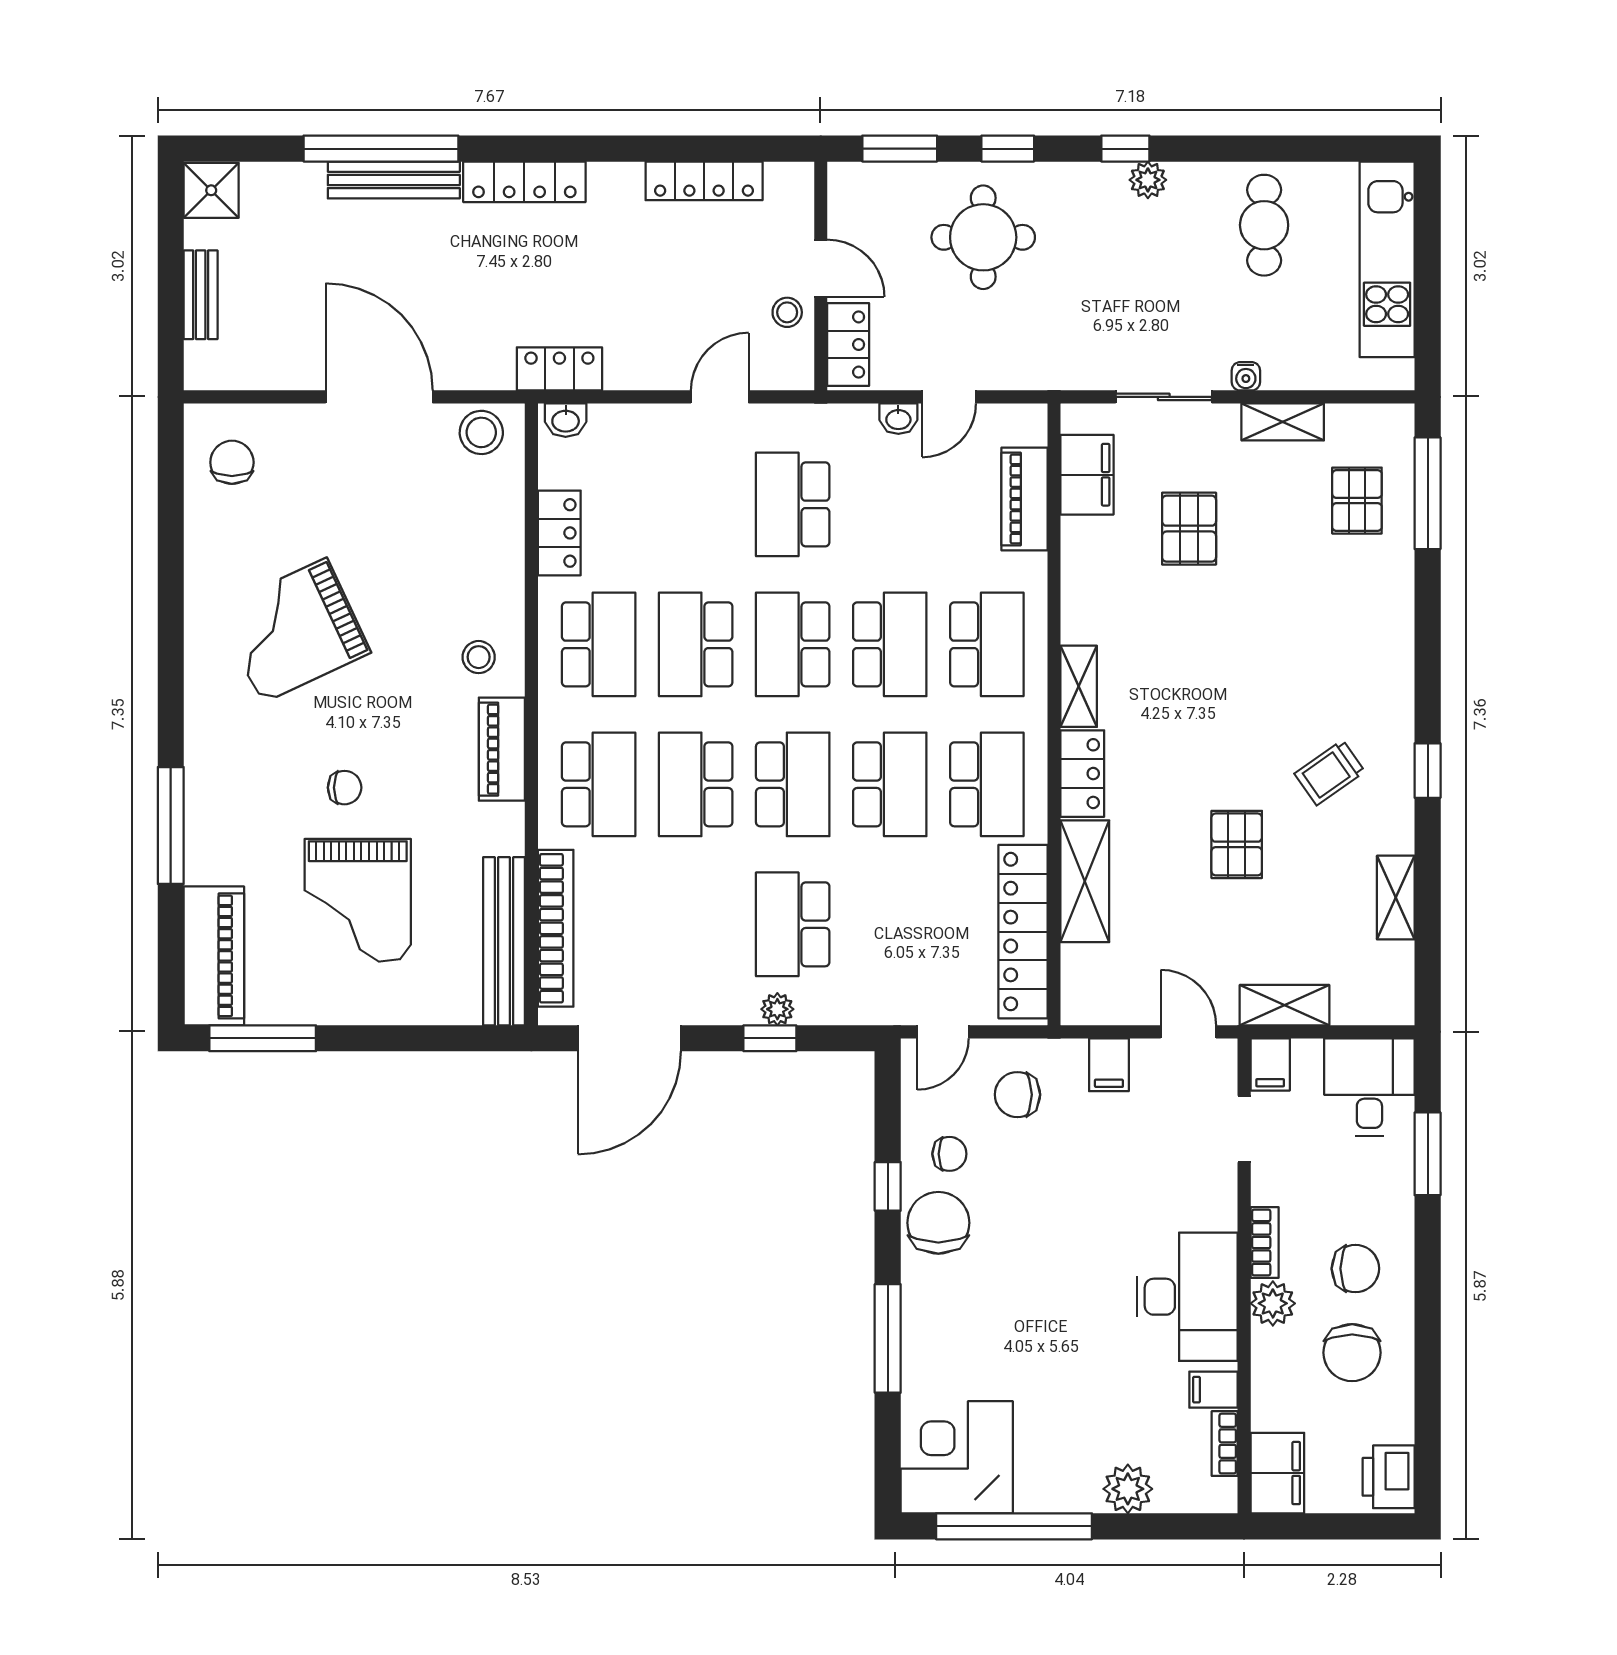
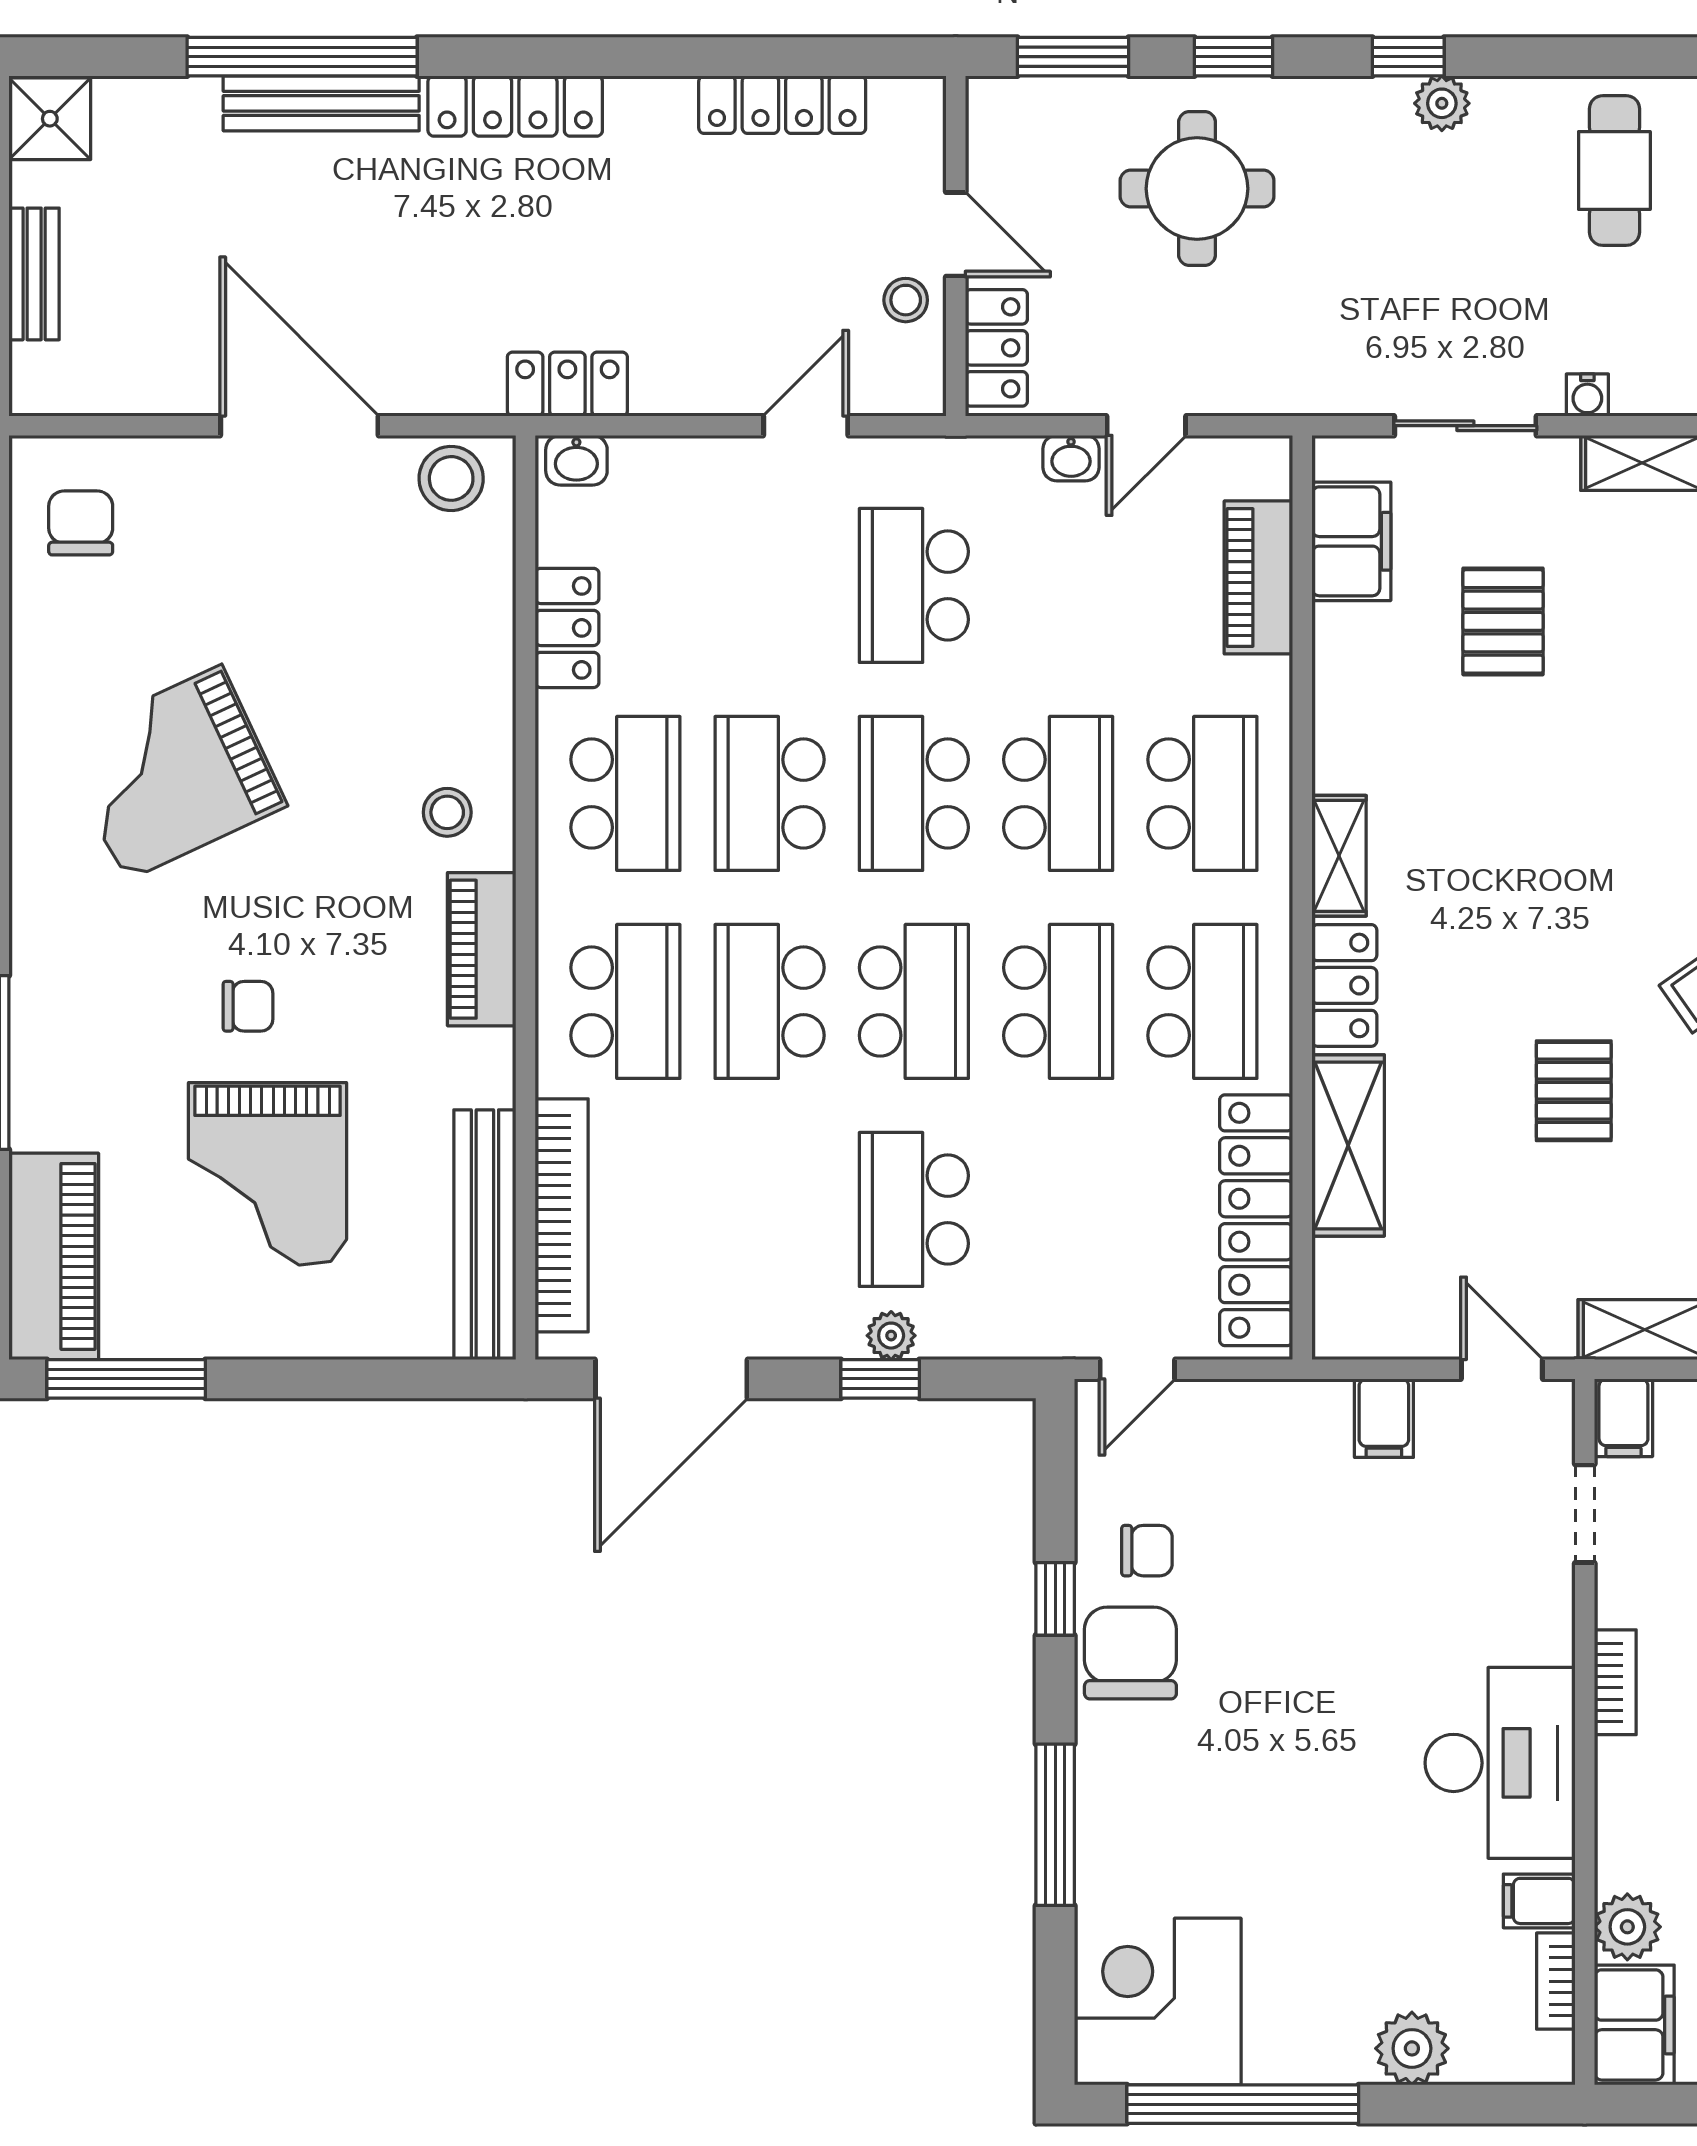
chair: (1017, 1095) -> (1248, 1463), removed
plant: (1273, 1303) -> (1627, 1927), moved

